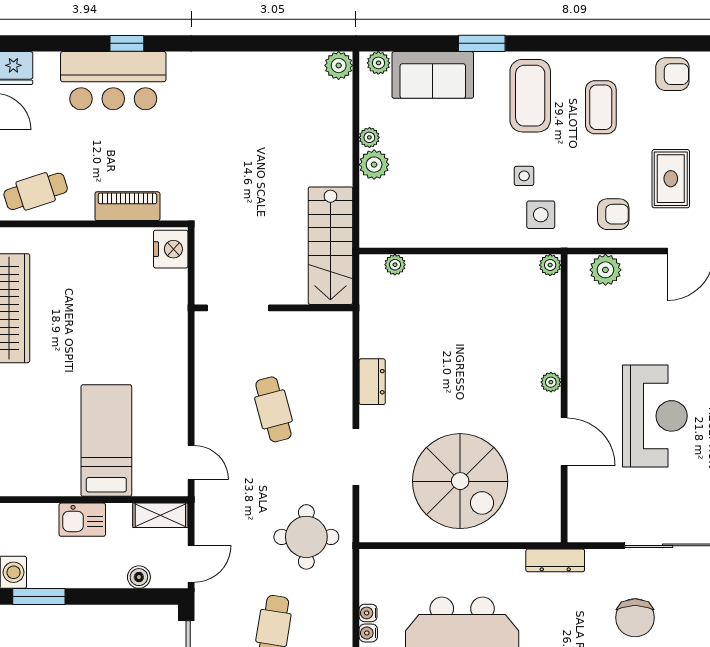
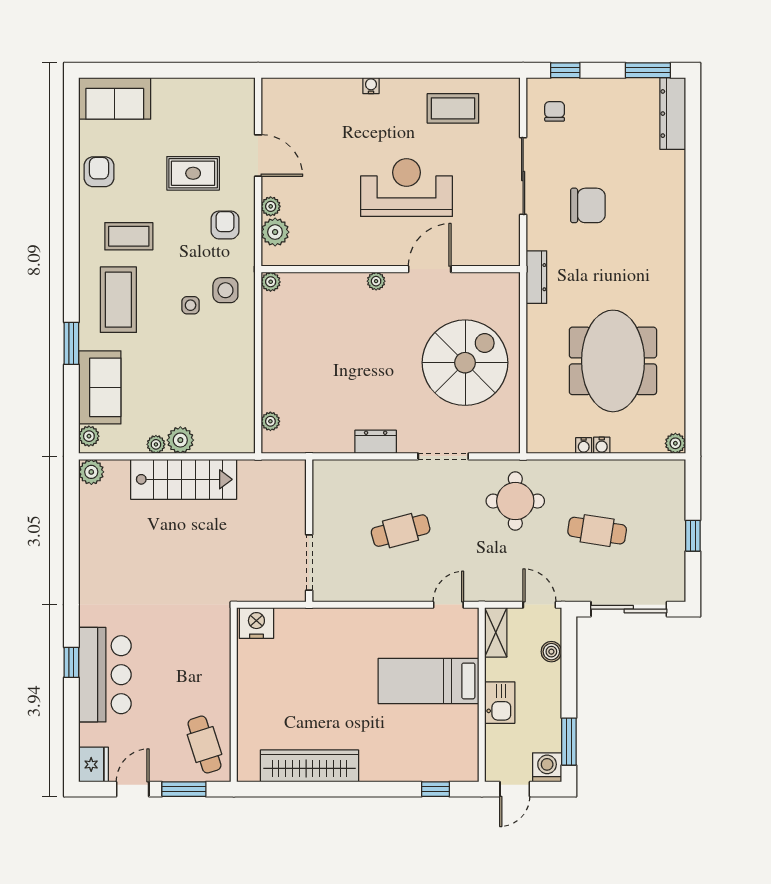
coffee table: (530, 96) -> (118, 300), turned 90
piano: (127, 206) -> (218, 662), removed
stairs: (330, 246) -> (184, 479), moved
plant: (634, 265) -> (271, 206), added

